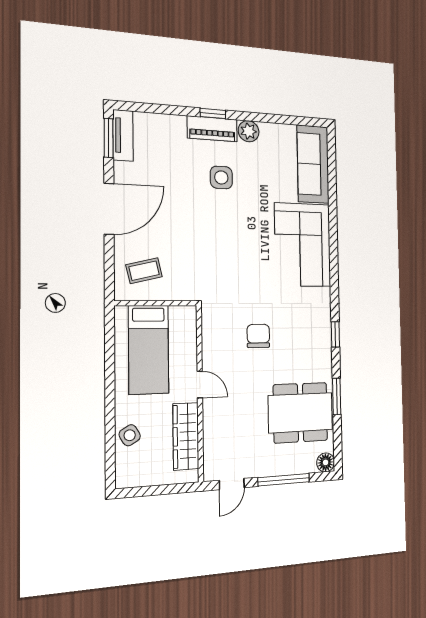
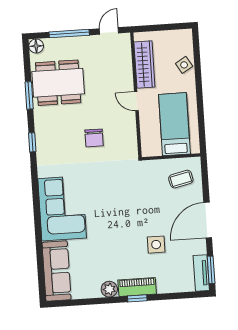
side table: (221, 177) -> (156, 245), moved

